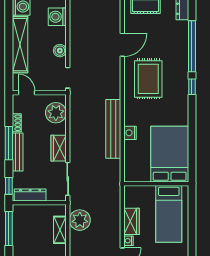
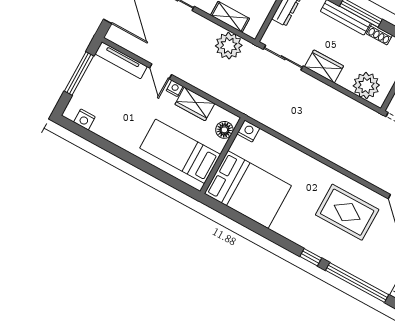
bench: (113, 129) -> (312, 141), removed
nightstand: (130, 133) -> (248, 131), moved
floor lamp: (138, 192) -> (224, 130), added

